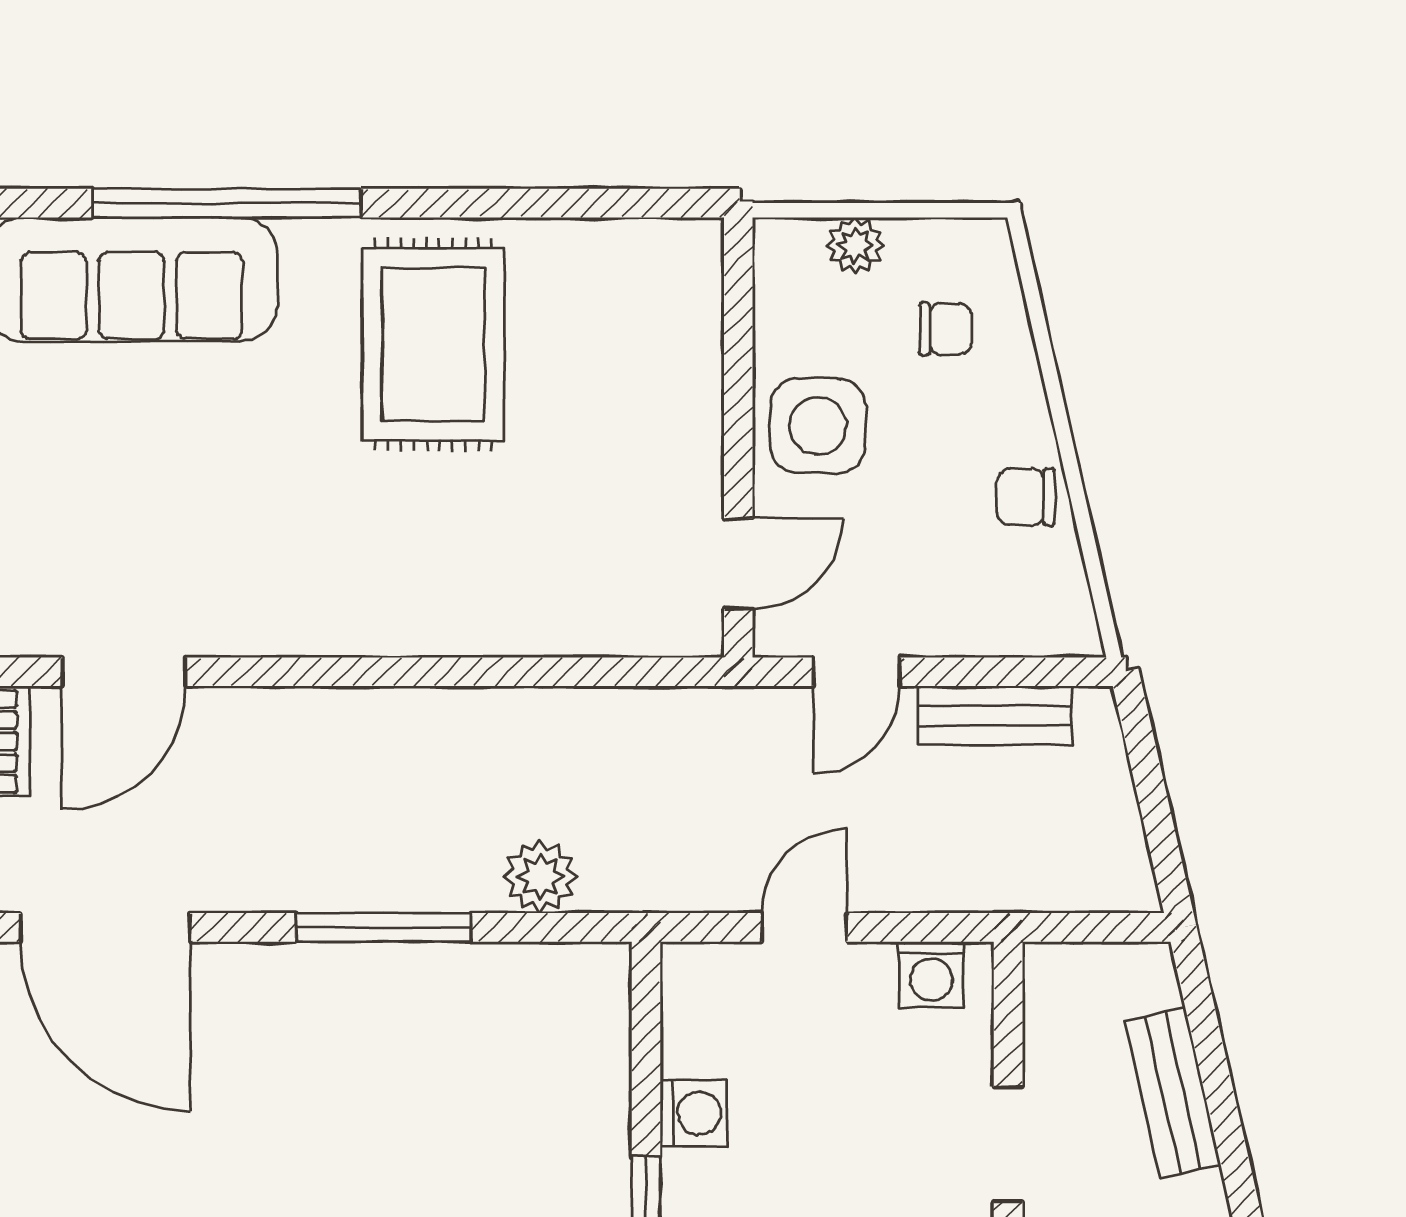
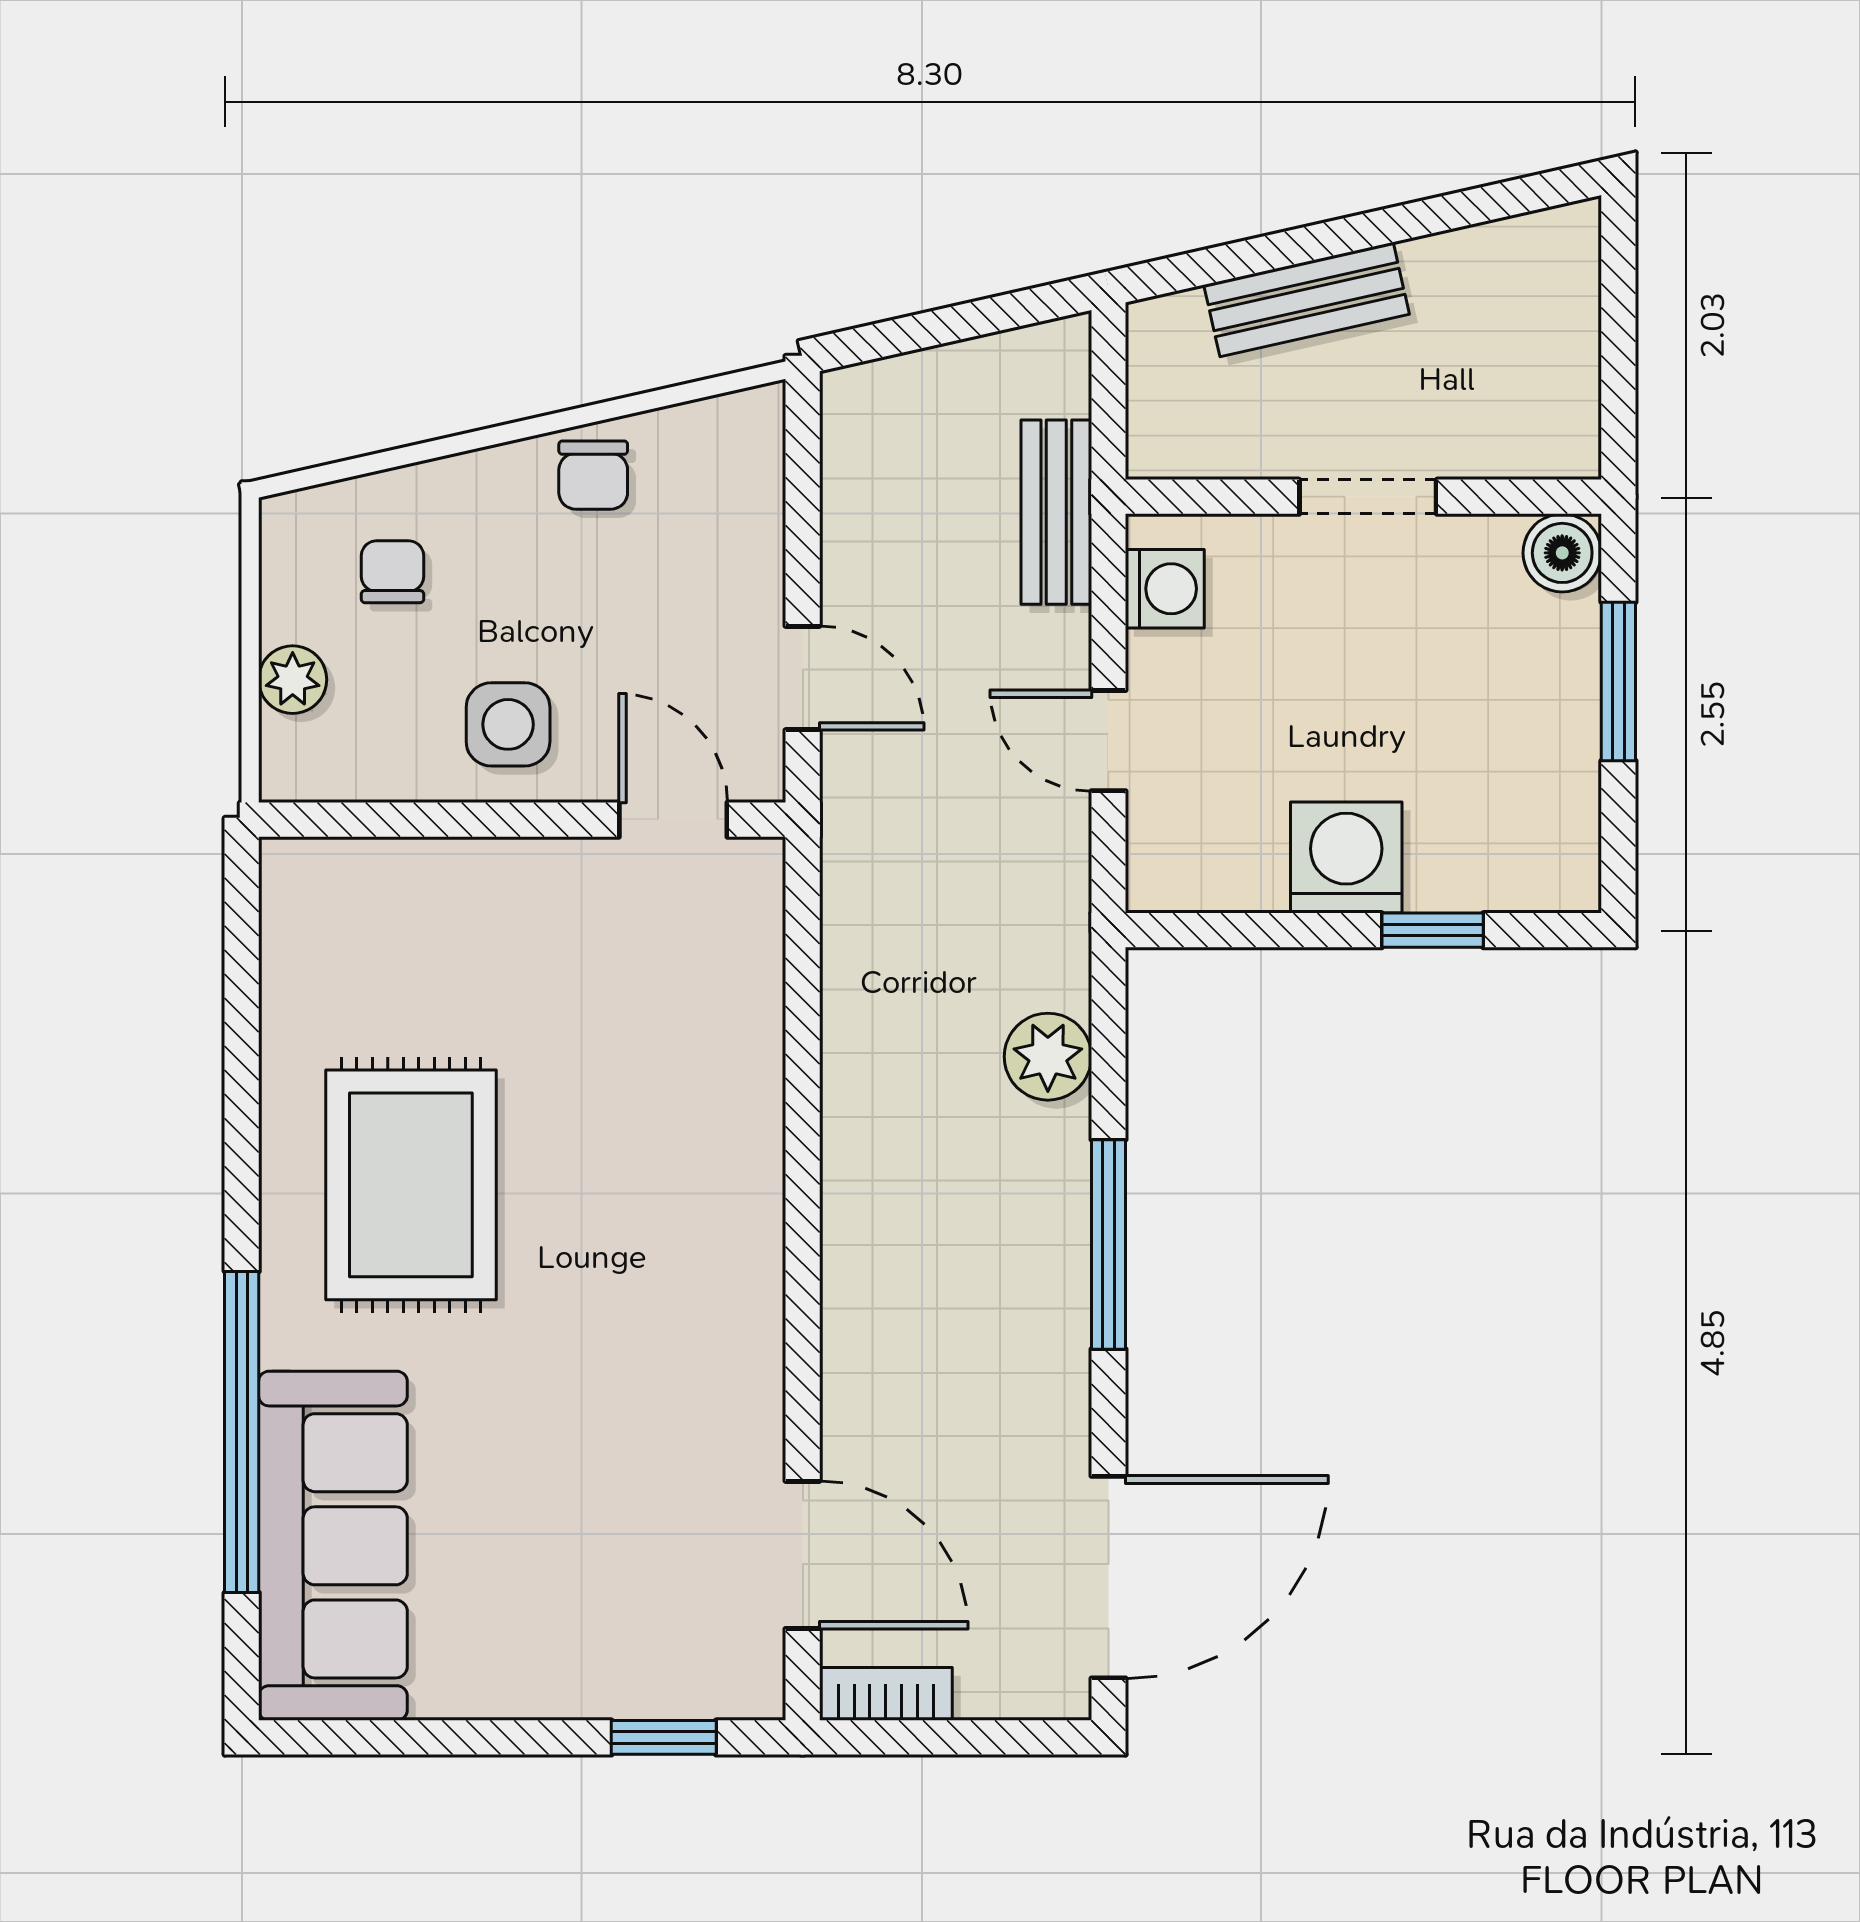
rug: (433, 345) -> (411, 1185), turned 90
side table: (818, 426) -> (508, 724), width x0.73, depth x0.73
bench: (995, 715) -> (1056, 512), moved
washing machine: (694, 1113) -> (1346, 858), width x1.38, depth x1.38

